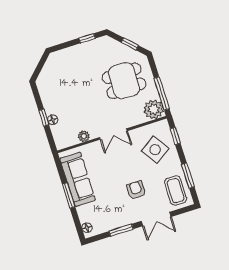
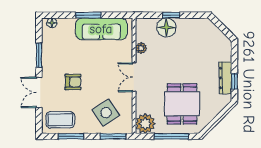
window: (130, 44) -> (216, 121), removed
dresser: (87, 48) -> (225, 78), added
window: (162, 93) -> (171, 136), moved
floor lamp: (53, 120) -> (166, 28), width x1.89, depth x1.89
window: (175, 136) -> (113, 136), width x1.50

